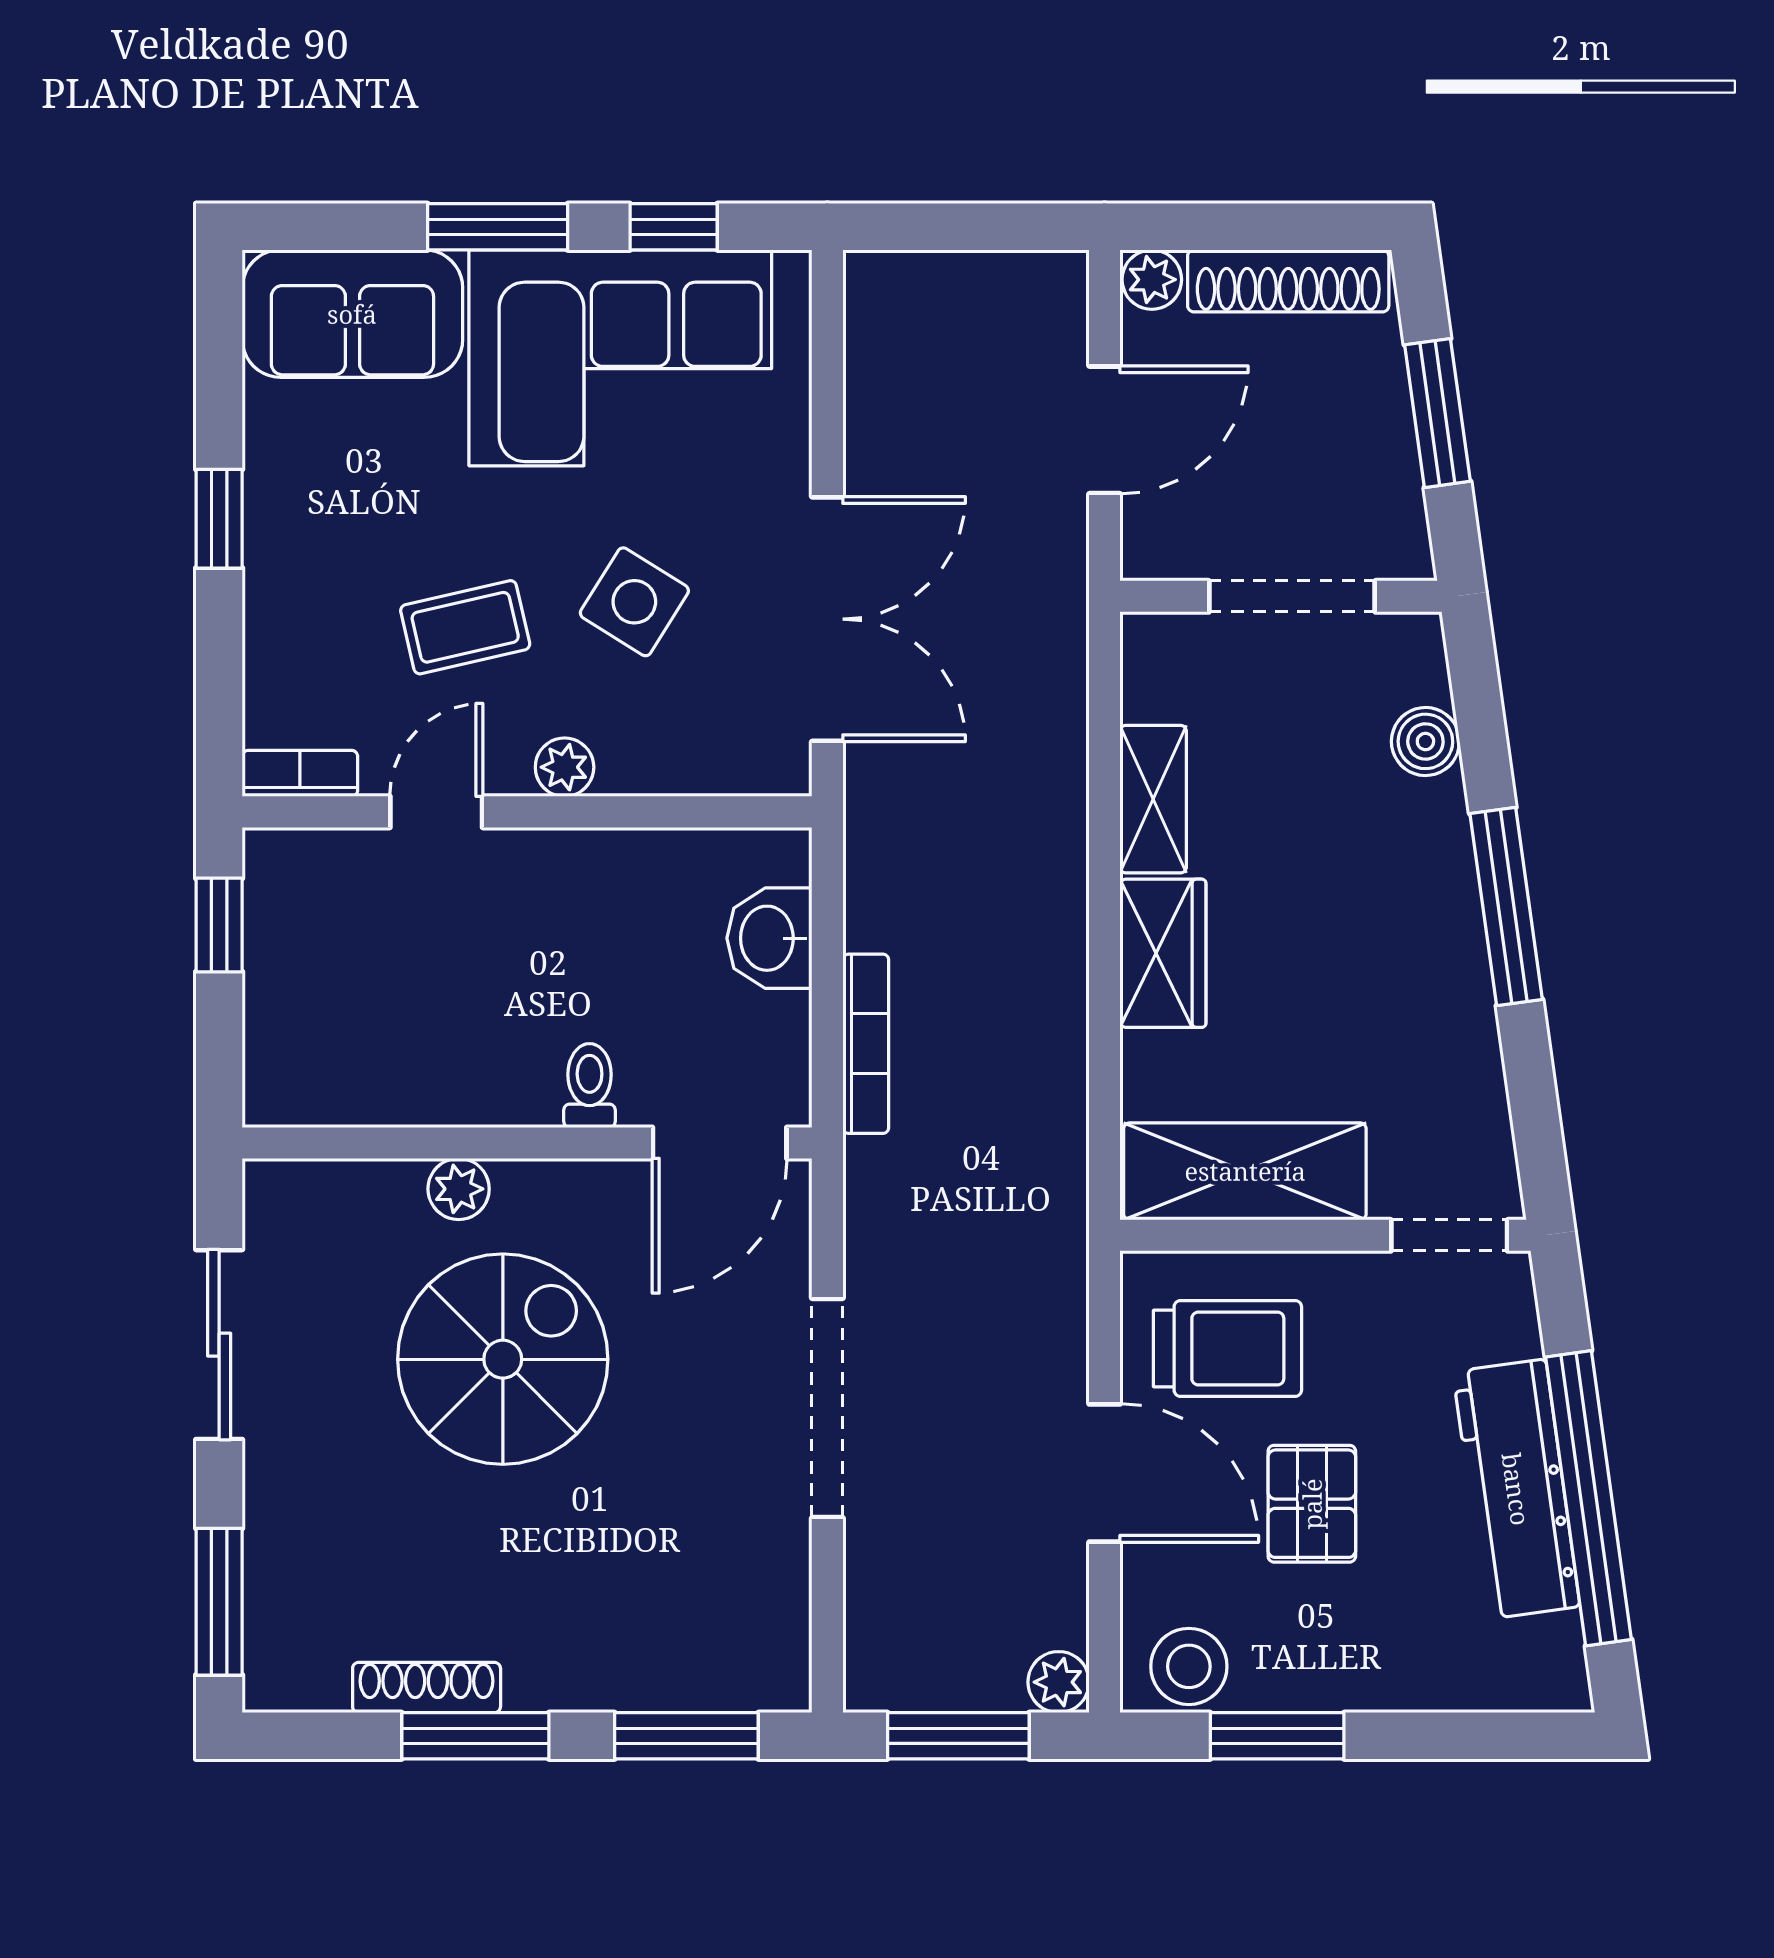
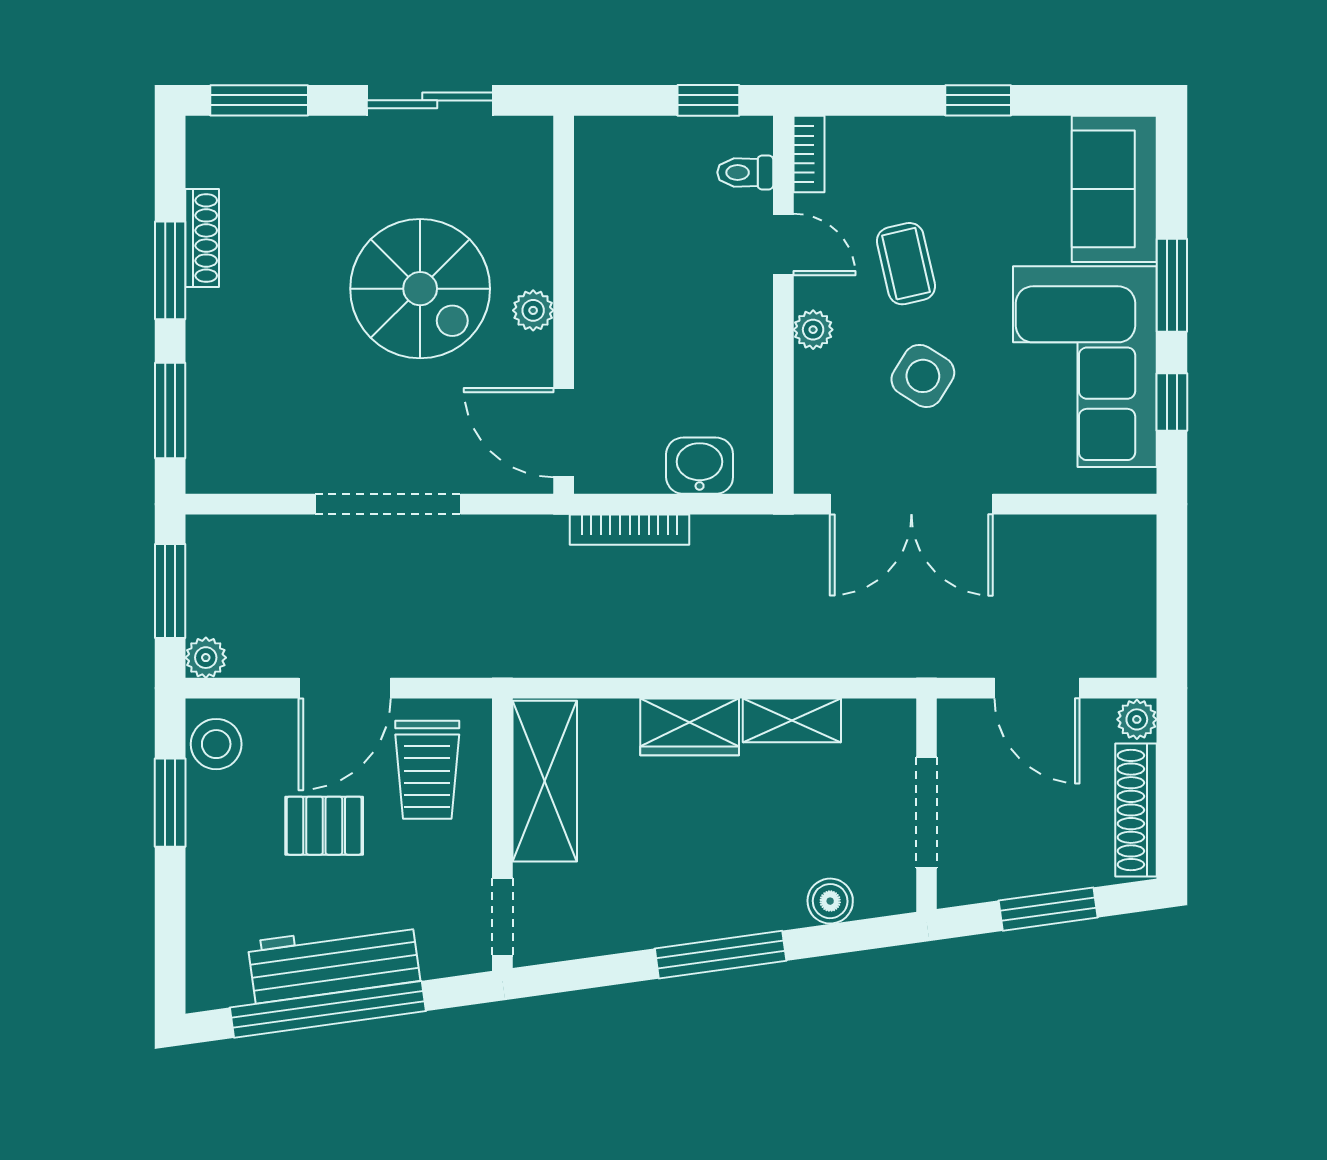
toilet: (590, 1086) -> (745, 172), moved, turned 180
plant: (459, 1189) -> (533, 310), moved

